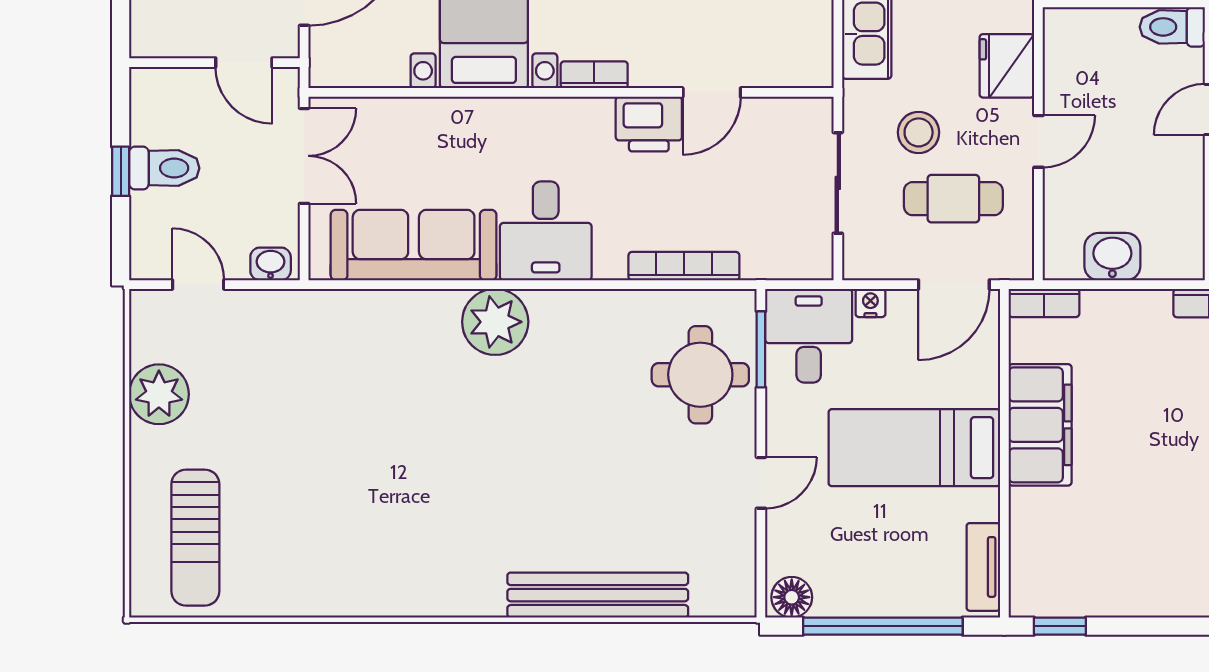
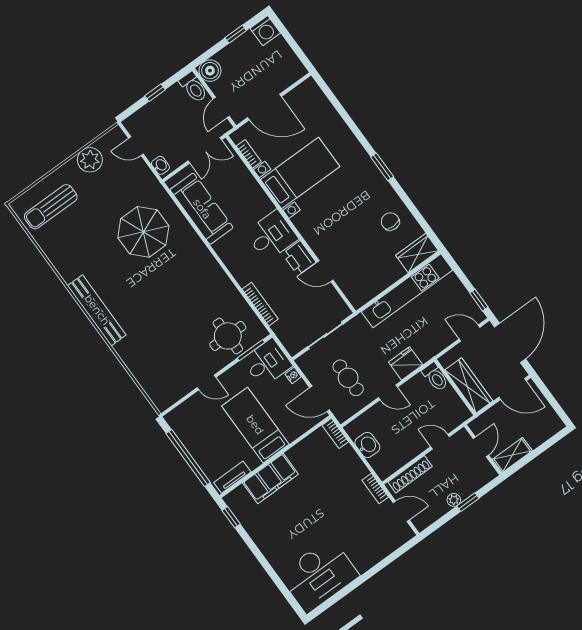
toilet: (1172, 27) -> (435, 377), moved, turned 180
boiler: (155, 32) -> (210, 71), added
bookcase: (594, 75) -> (249, 154), moved
stool: (919, 132) -> (362, 350), removed
toilet: (164, 168) -> (193, 87), moved
desk: (546, 231) -> (272, 236), moved, turned 180
door: (198, 285) -> (136, 146), swing flipped
plant: (495, 322) -> (196, 255), removed
parasol: (376, 392) -> (143, 232), added
filing cabinet: (1040, 425) -> (270, 479), moved
bench: (598, 595) -> (97, 310), moved
floor lamp: (792, 597) -> (176, 421), removed

